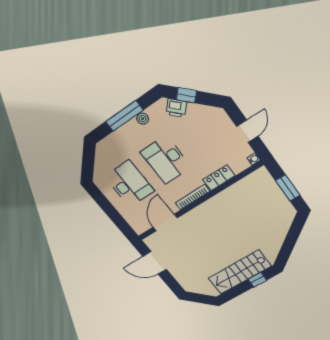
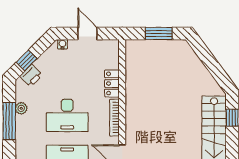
water cooler: (254, 159) -> (62, 44), moved

